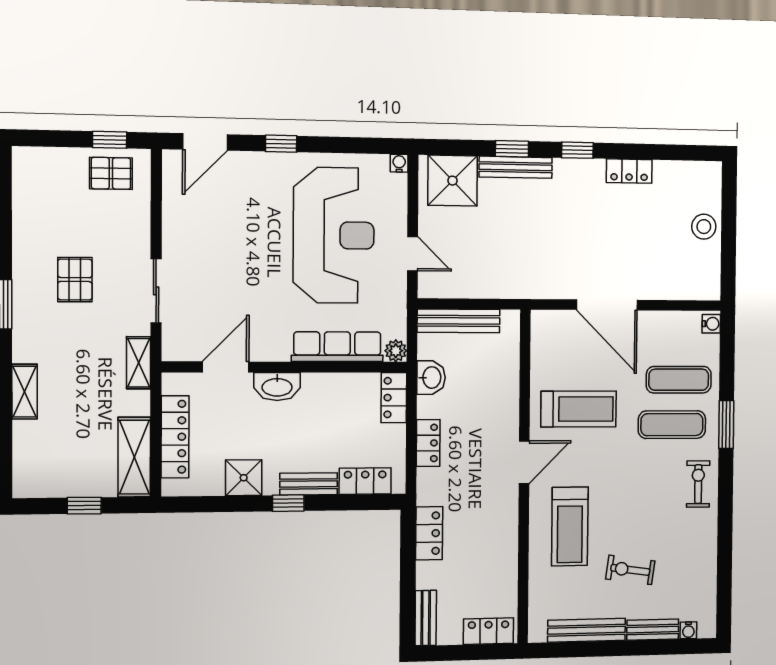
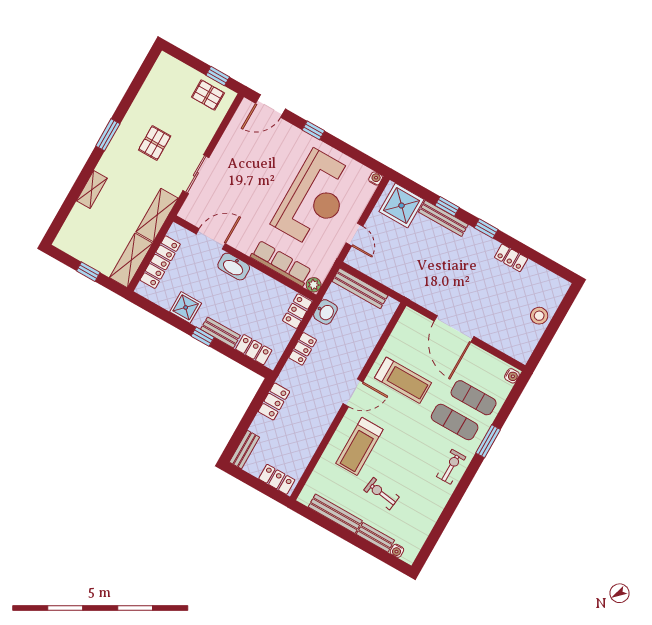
shelving: (139, 363) -> (157, 215), width x1.50, depth x1.33

